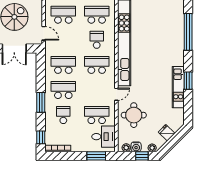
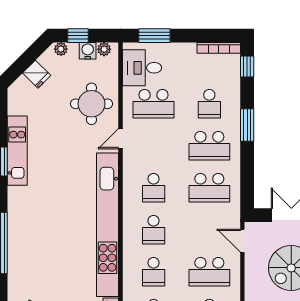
school desk: (97, 15) -> (154, 272), width x0.54
school desk: (97, 65) -> (154, 188), width x0.54

